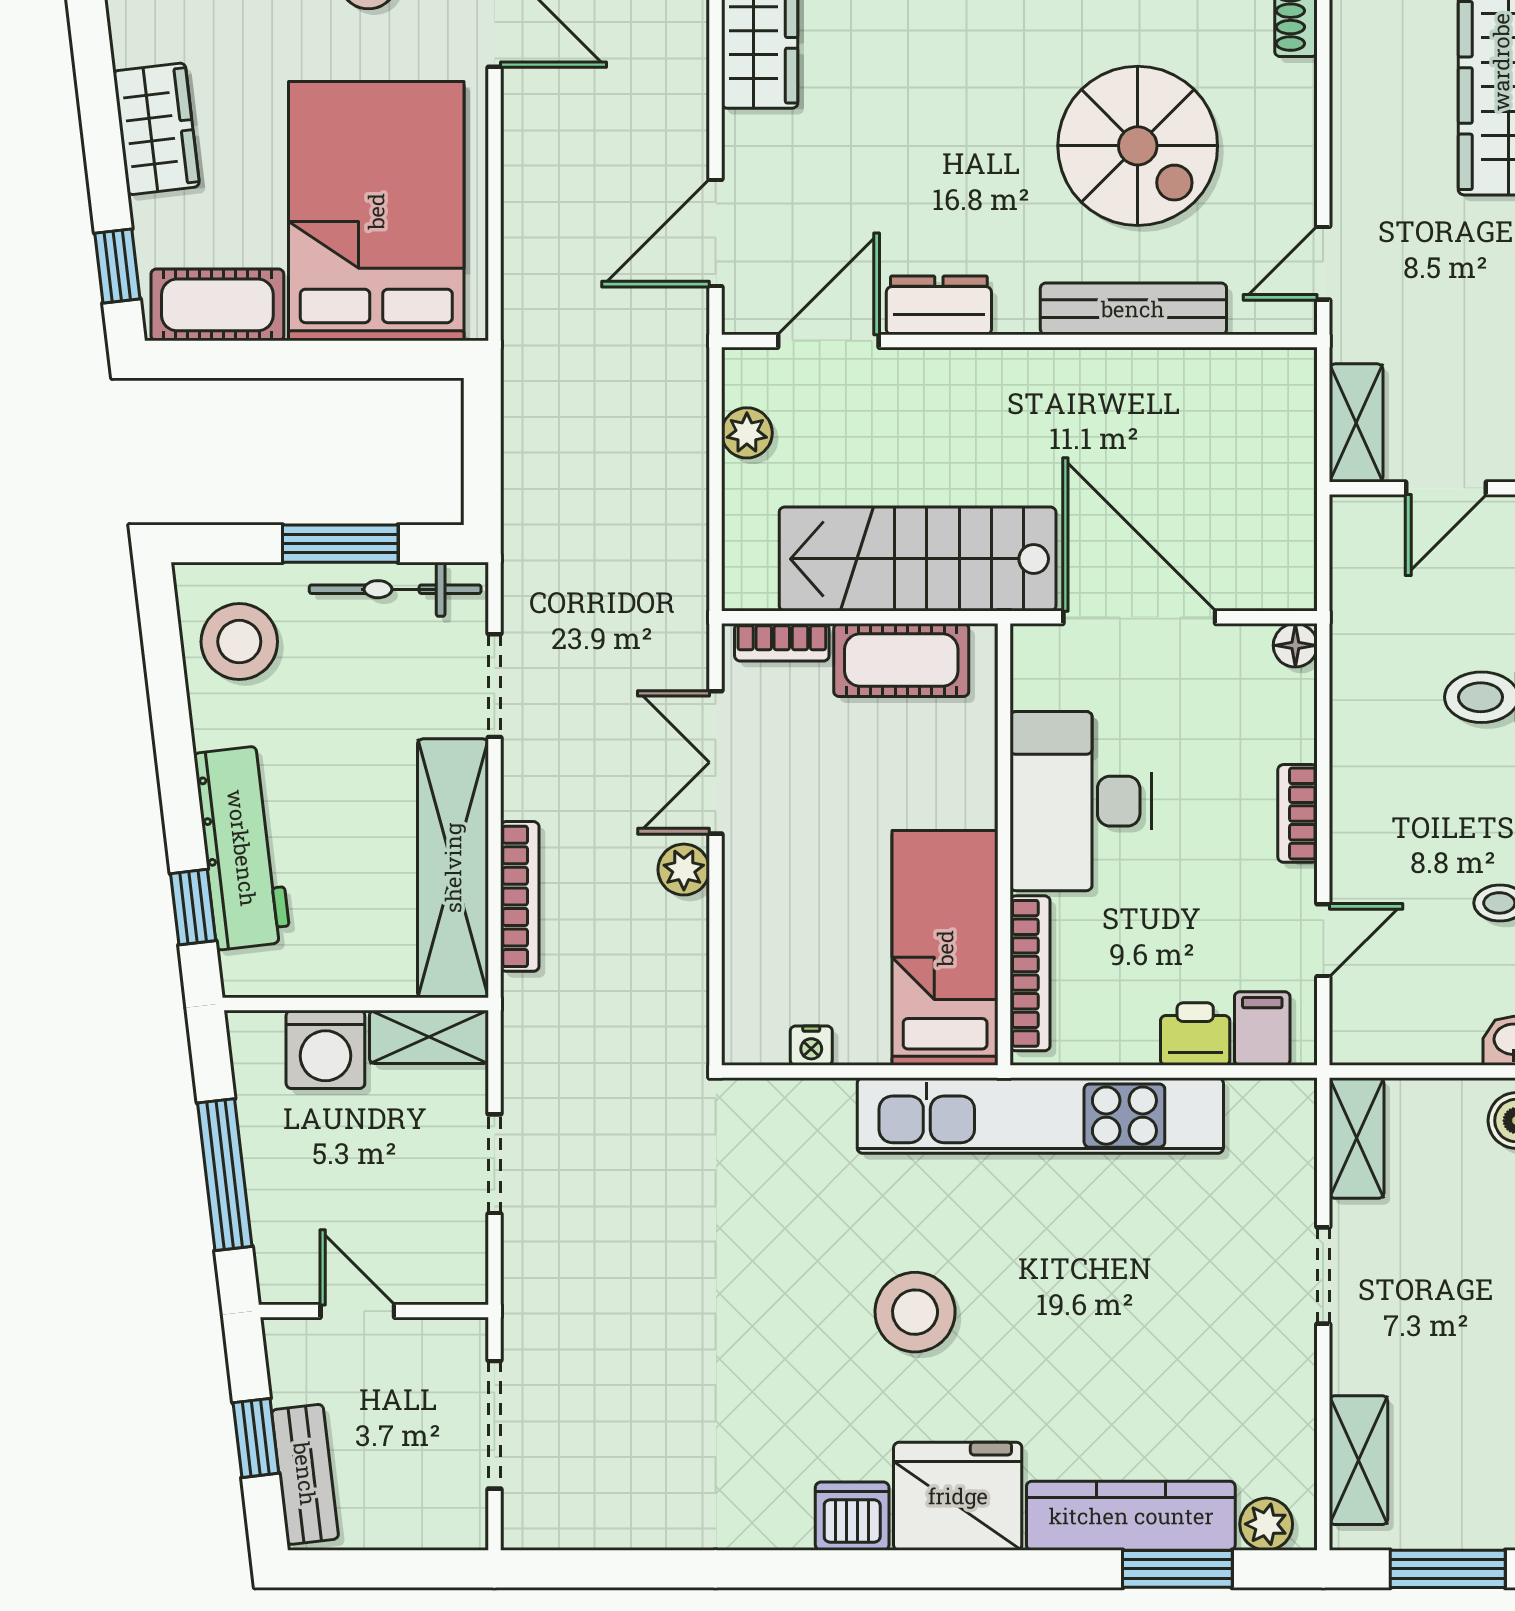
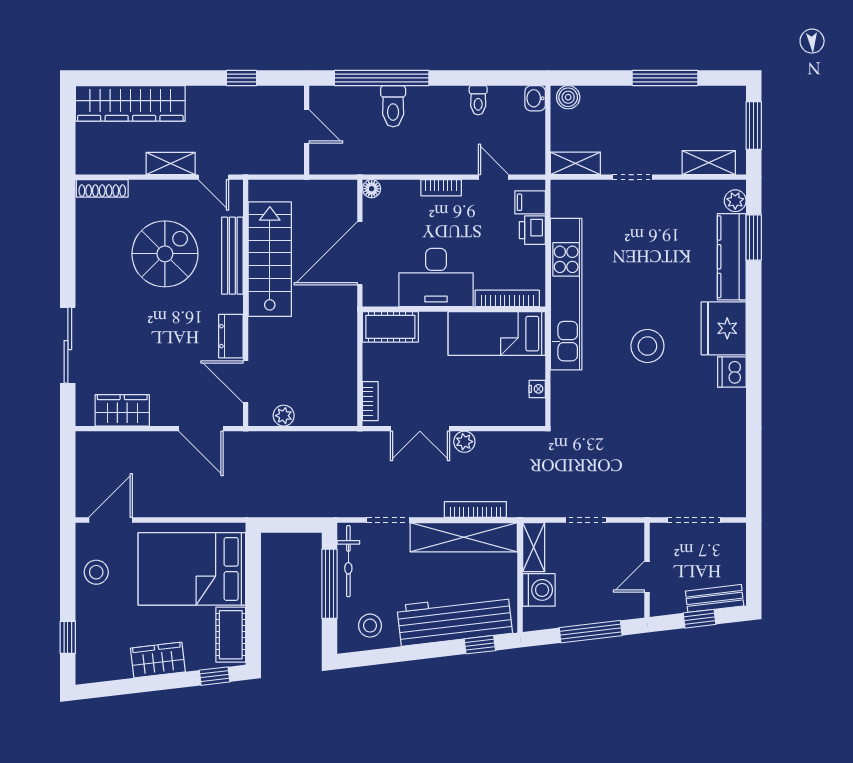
shelving: (1356, 423) -> (171, 164), moved
window: (340, 544) -> (329, 584), width x1.44
stairs: (918, 559) -> (270, 259), moved, turned 180
stool: (239, 642) -> (370, 626), width x0.73, depth x0.73
cot: (901, 660) -> (390, 327), moved, turned 90
workbench: (242, 848) -> (455, 619), width x1.36, depth x1.32

